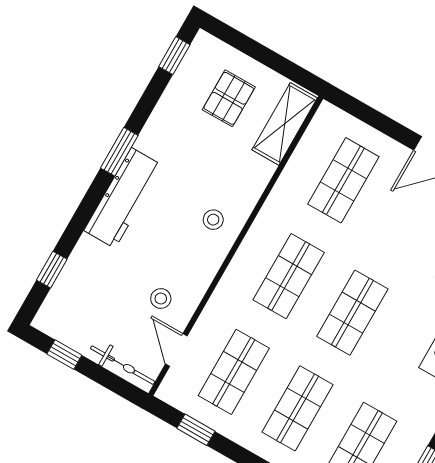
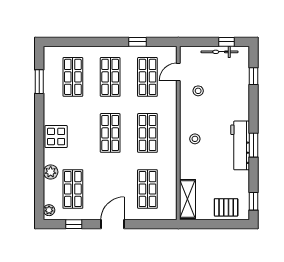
pallet: (229, 98) -> (226, 207), moved, turned 90
workbench: (123, 198) -> (240, 145), moved
door: (176, 350) -> (178, 72), swing flipped
bicycle: (123, 365) -> (219, 52), moved
window: (196, 430) -> (138, 42), moved

